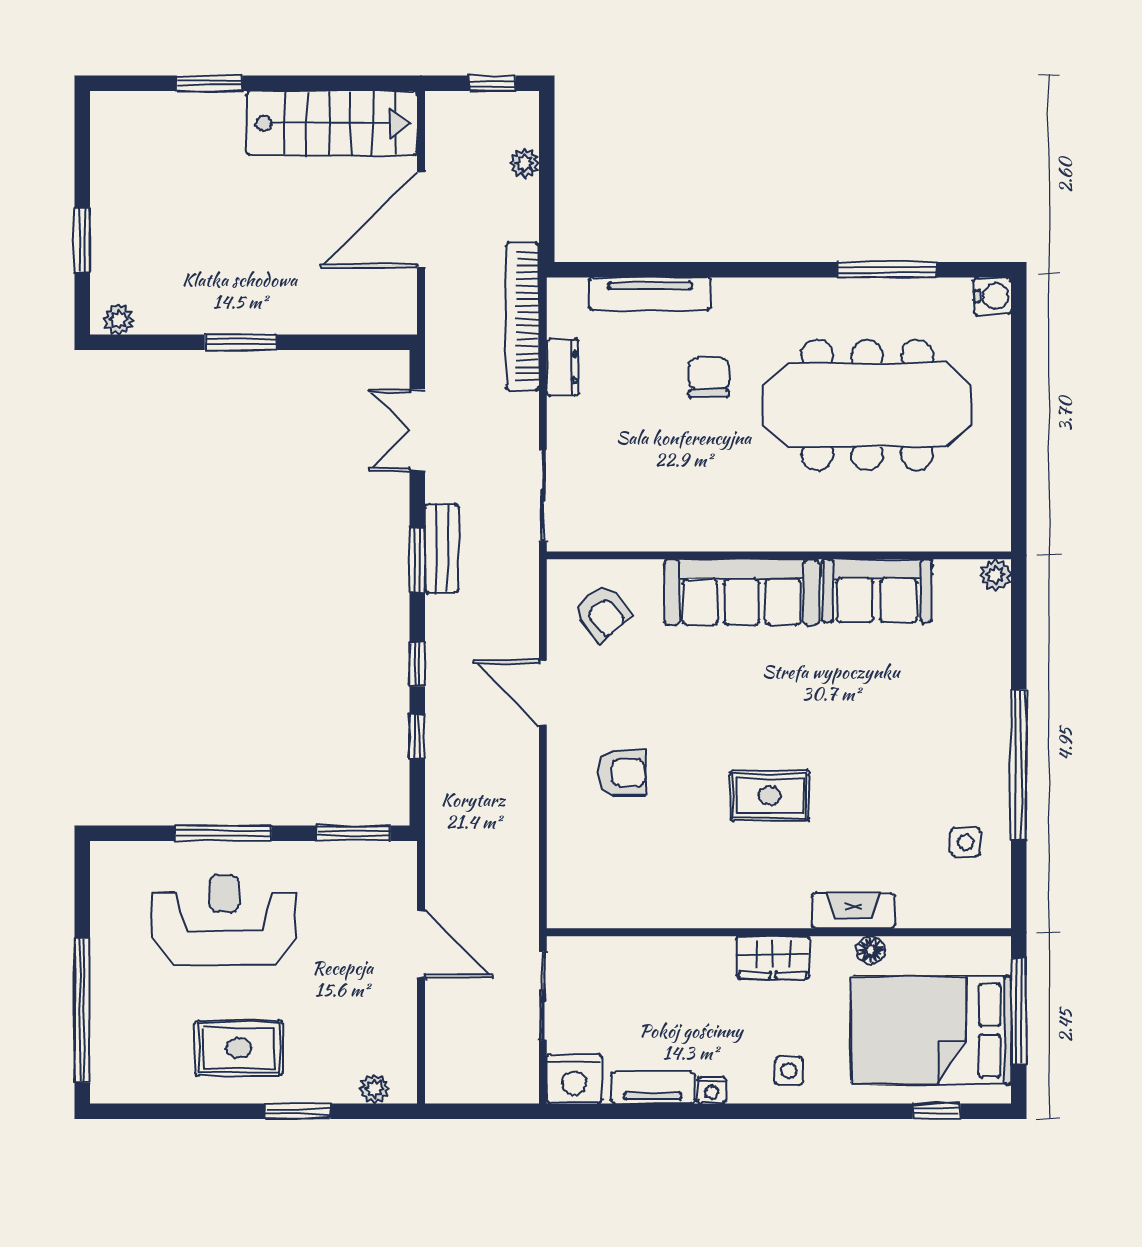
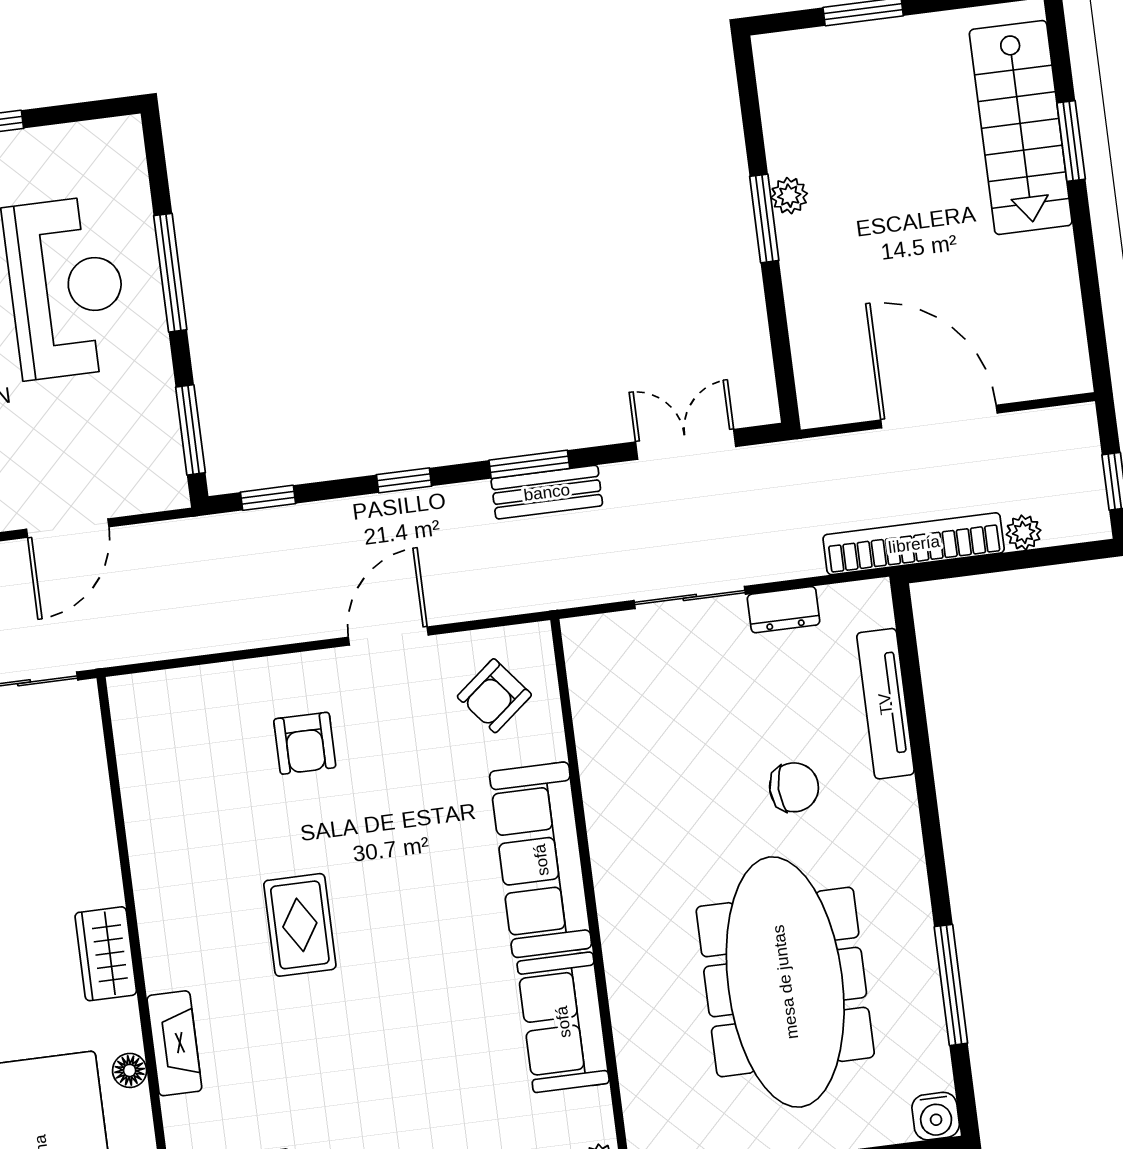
stairs: (332, 123) -> (1021, 127), moved
bookcase: (522, 316) -> (914, 544), moved
plant: (119, 319) -> (789, 196), moved
sliding door: (543, 495) -> (690, 597), moved
window: (417, 736) -> (268, 498), moved

